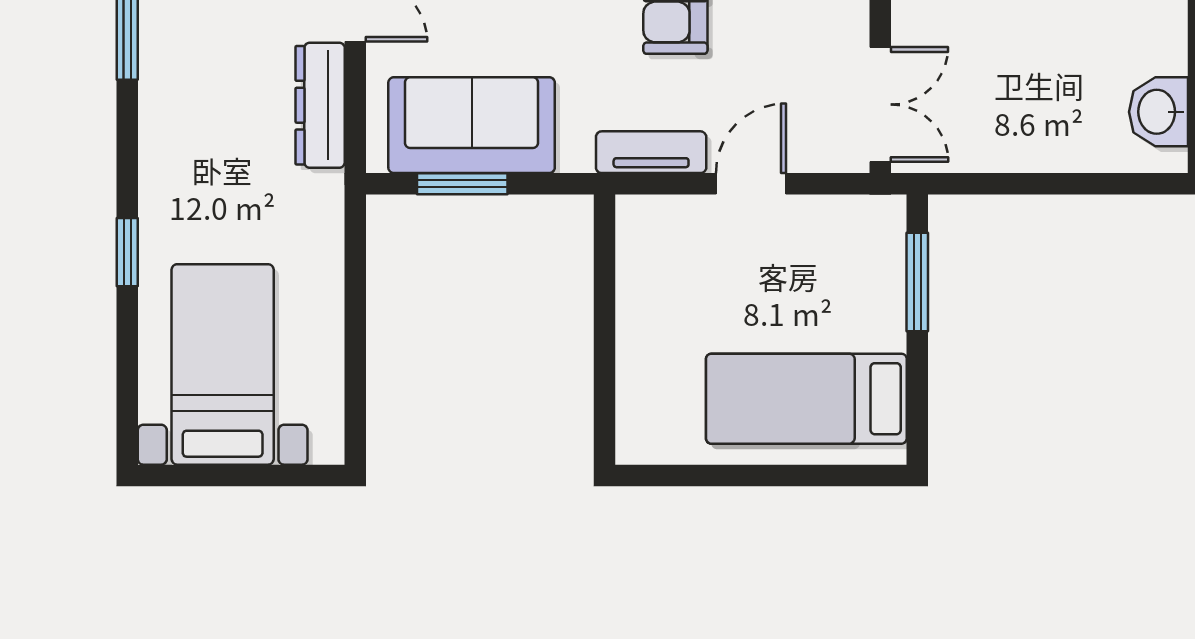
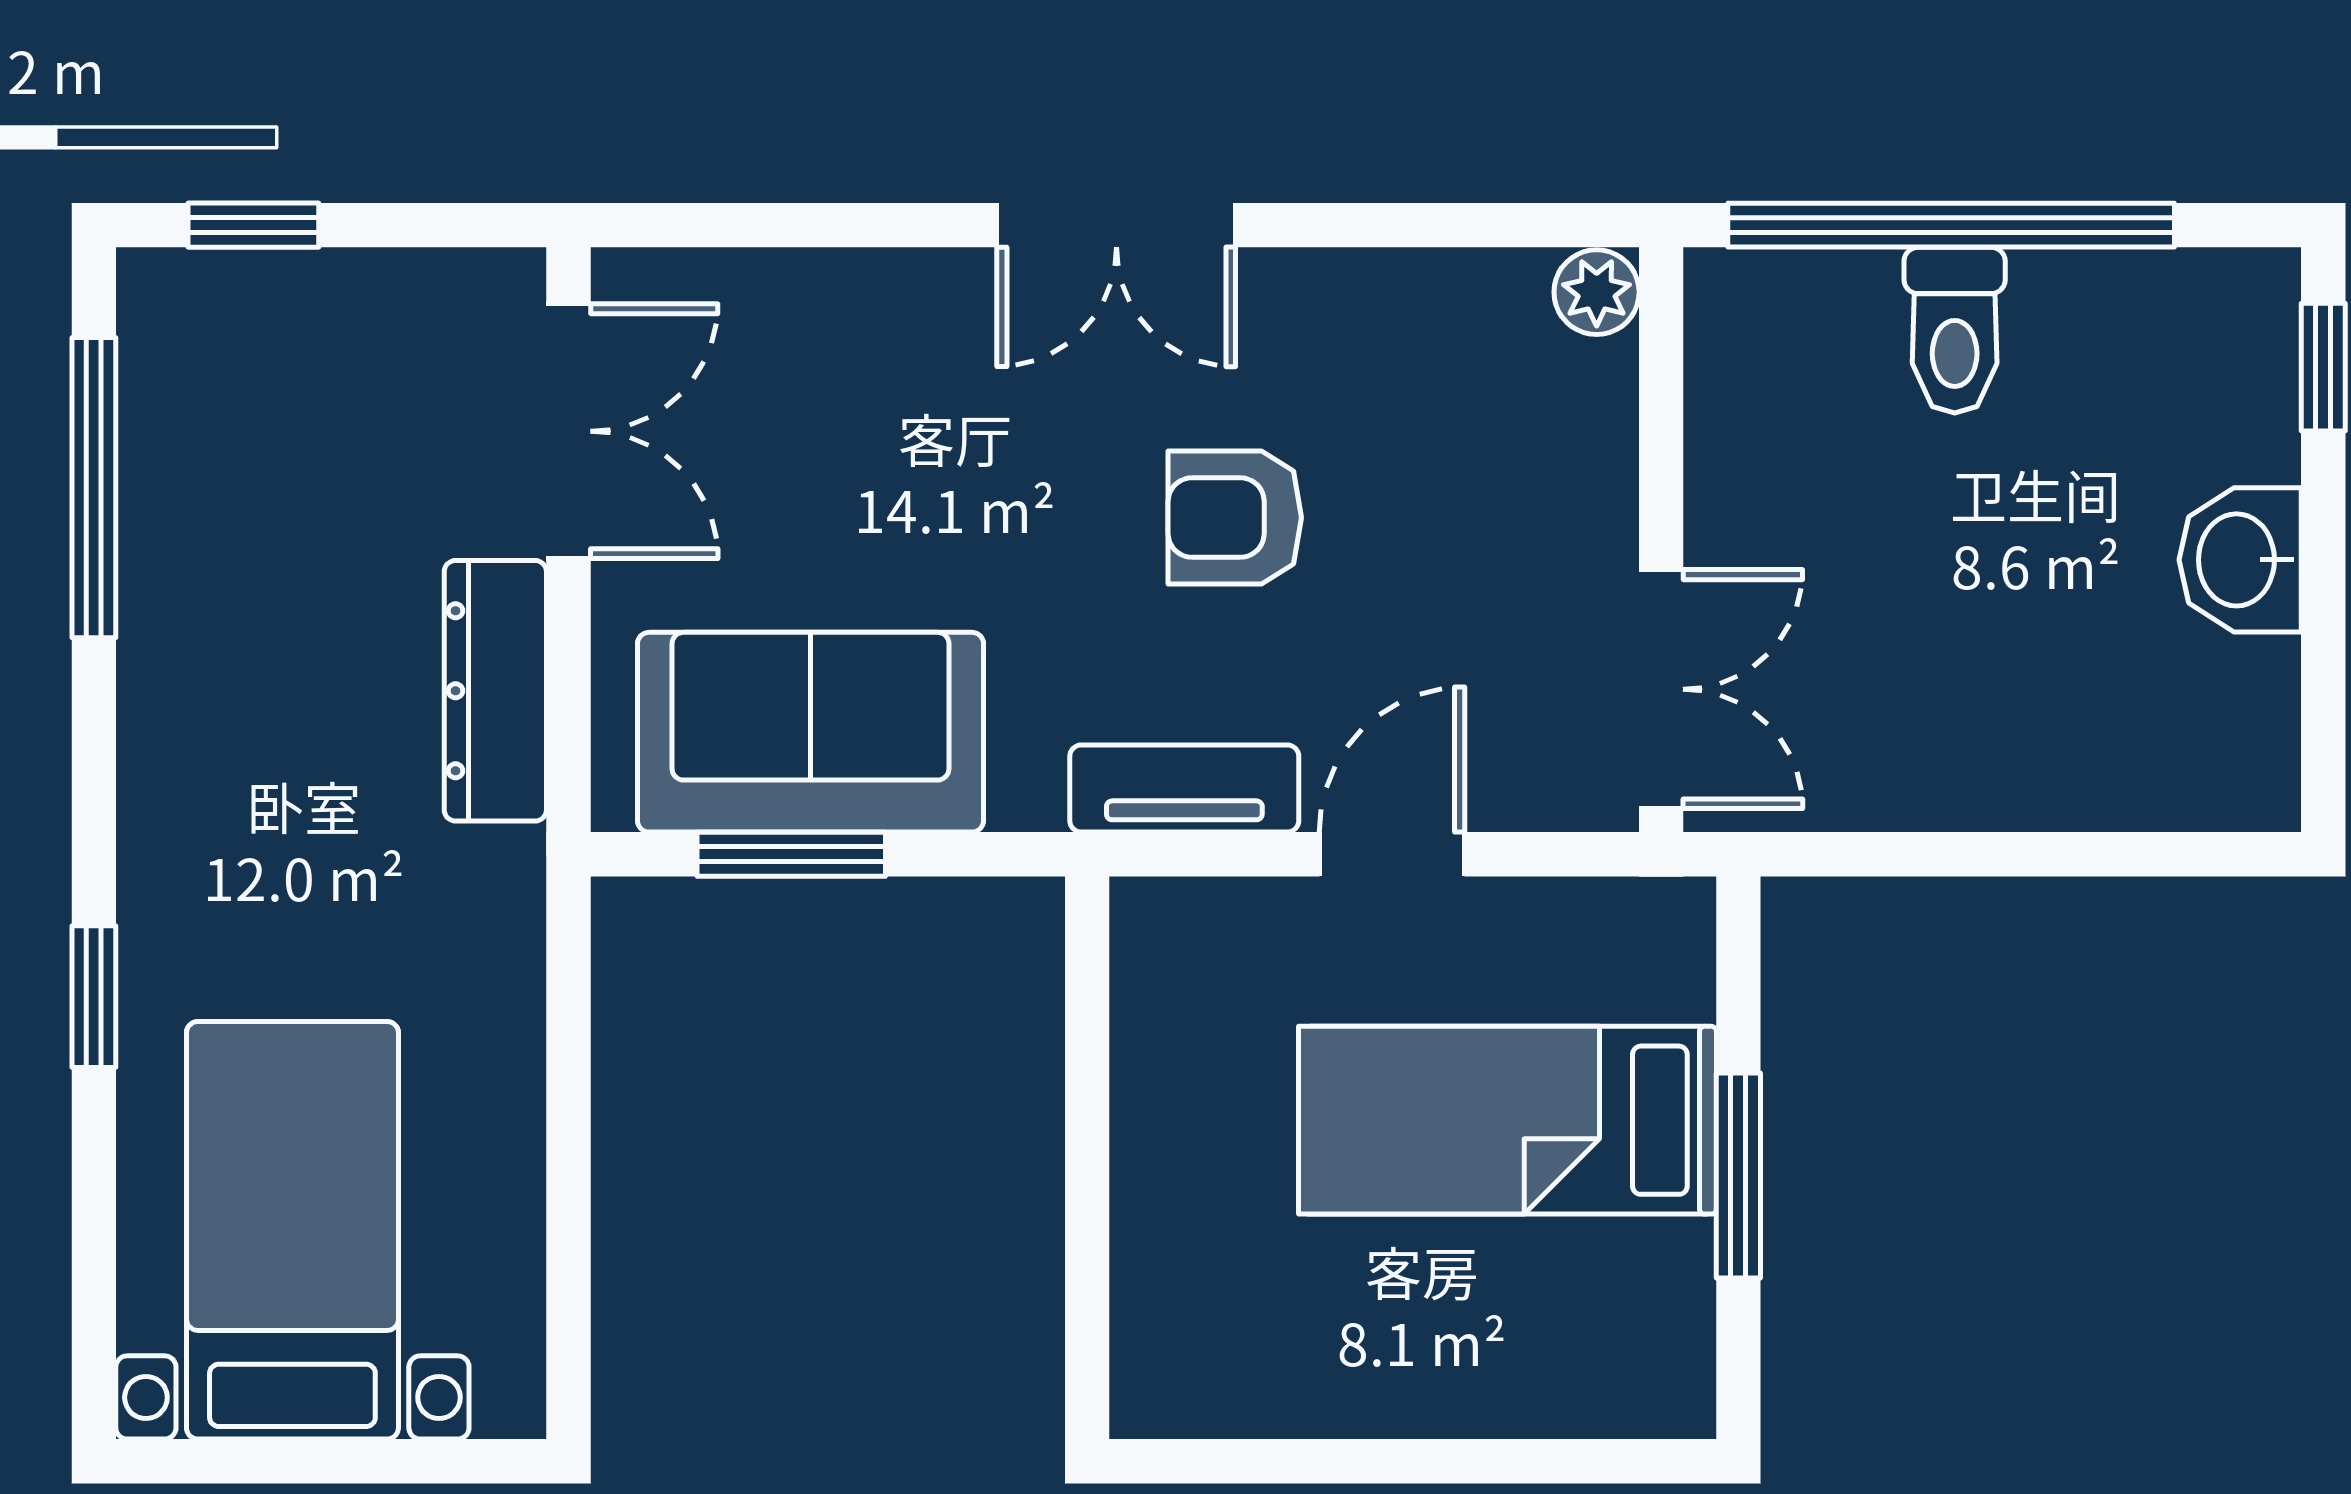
washbasin: (1158, 112) -> (2240, 560), moved
window: (917, 282) -> (1738, 1176), moved
bed: (806, 399) -> (1507, 1120), moved

